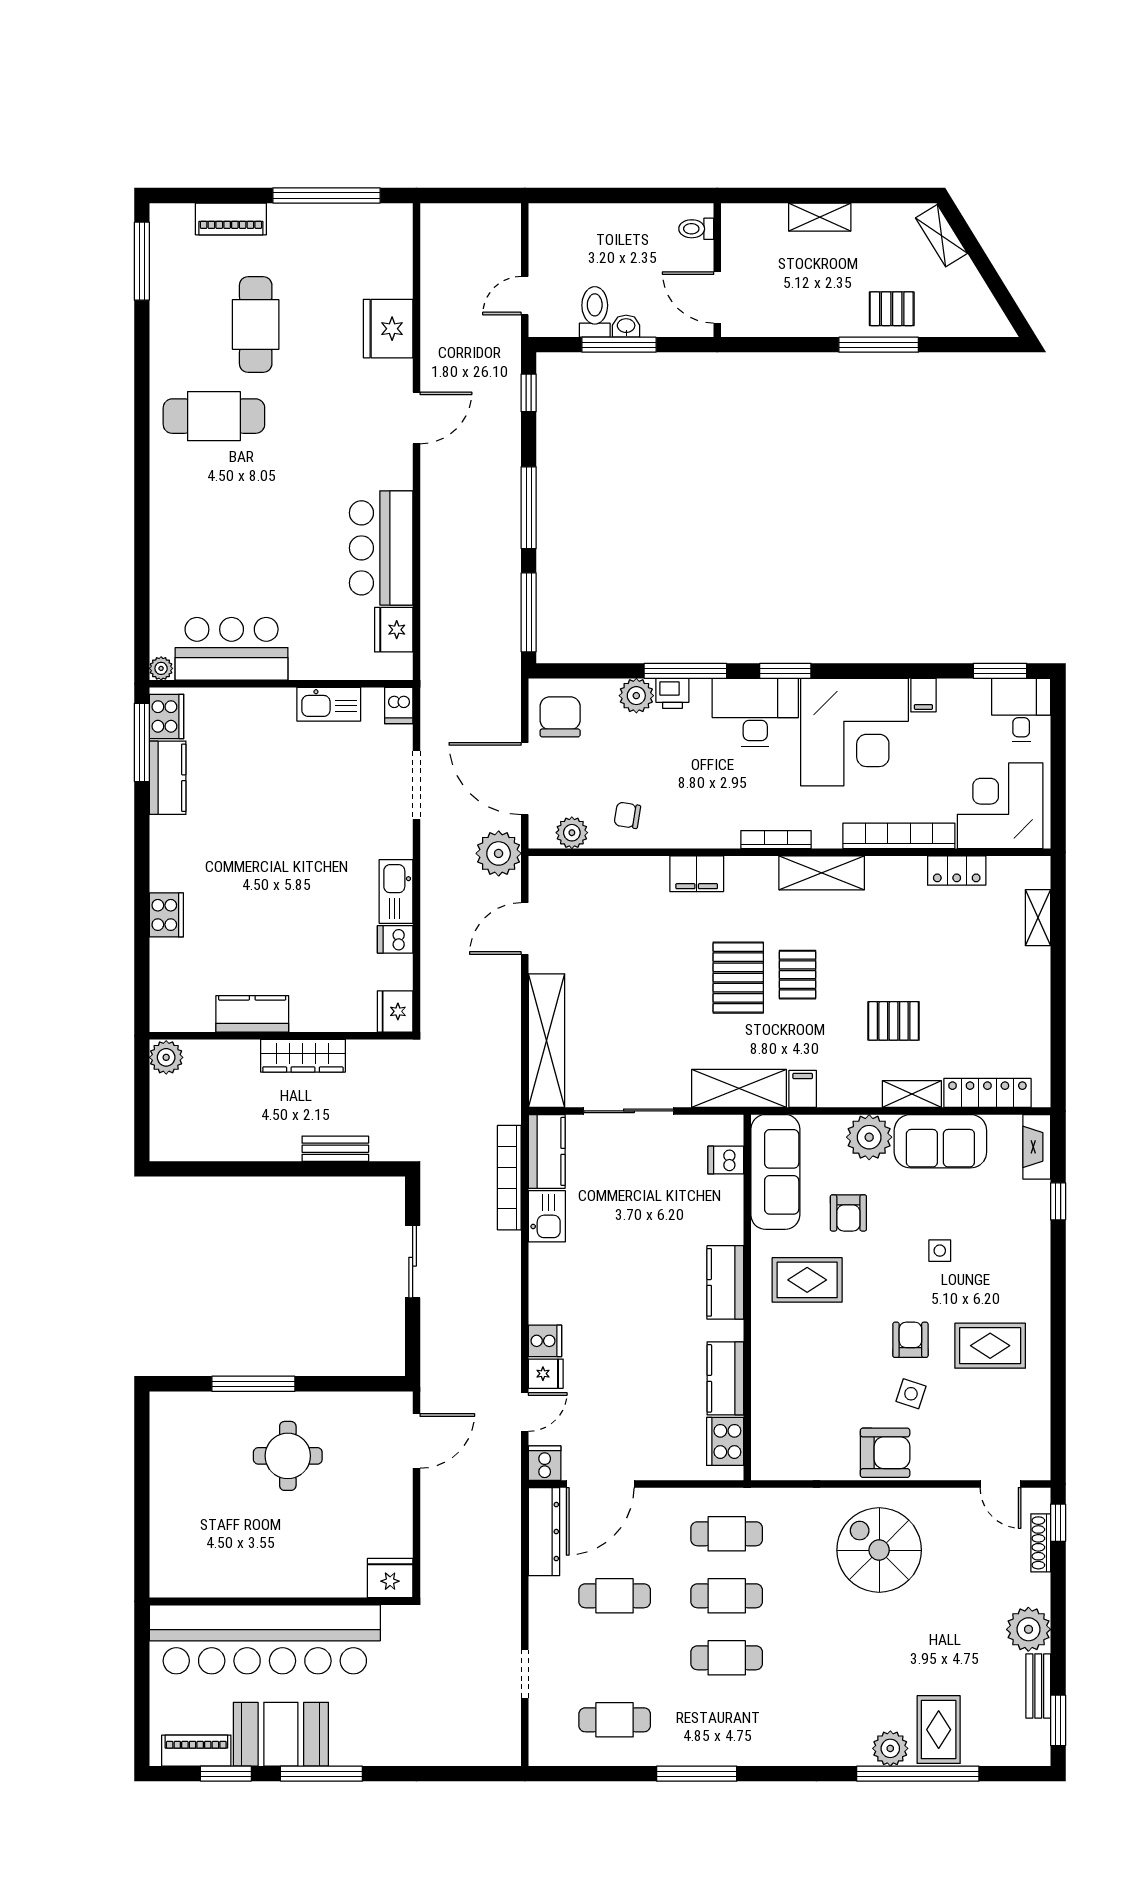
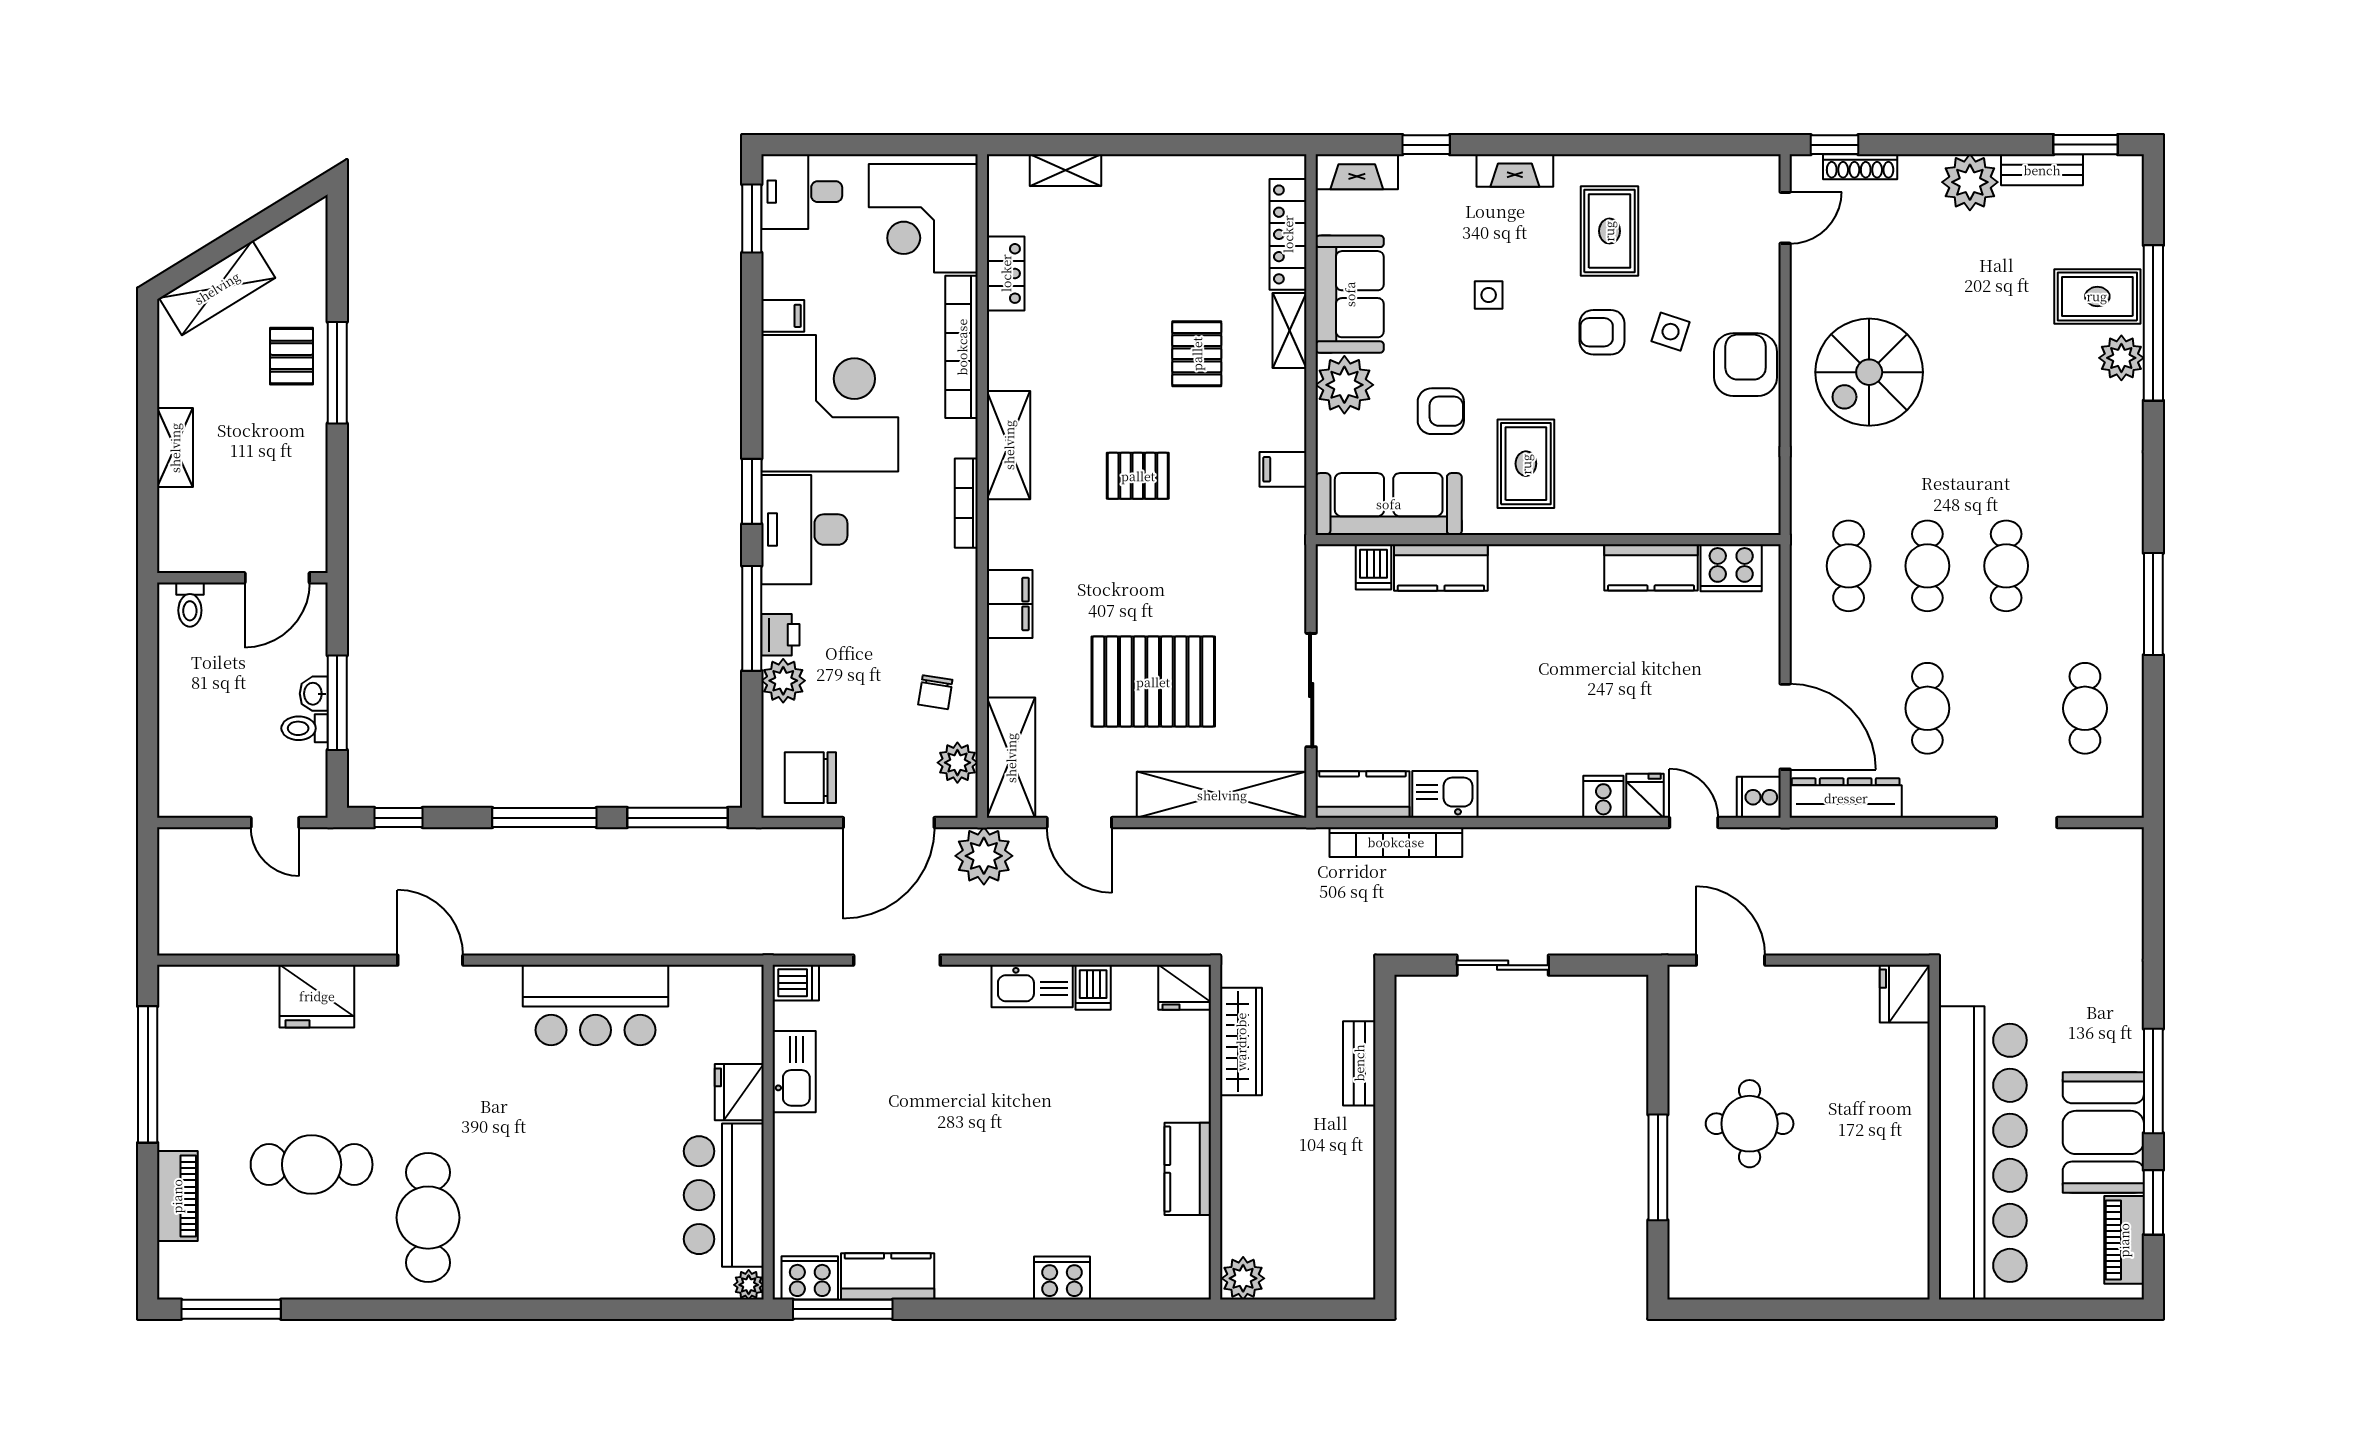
shelving: (942, 236) -> (217, 288), width x1.50, depth x1.33
toilet: (595, 312) -> (305, 728), width x0.73, depth x0.72
fridge: (394, 630) -> (739, 1092), moved, turned 90
pallet: (738, 978) -> (1153, 682), moved, width x1.37, depth x1.41
wardrobe: (303, 1056) -> (1241, 1042), moved
shelving: (739, 1088) -> (1011, 758), moved
fireplace: (1038, 1271) -> (1515, 171), added
kitchen counter: (725, 1282) -> (1441, 568), moved

